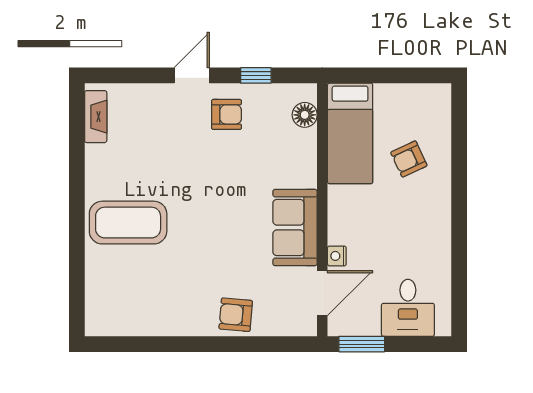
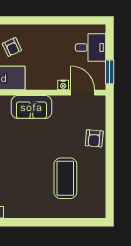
coffee table: (128, 223) -> (65, 178), moved
sofa: (295, 227) -> (31, 107), moved

